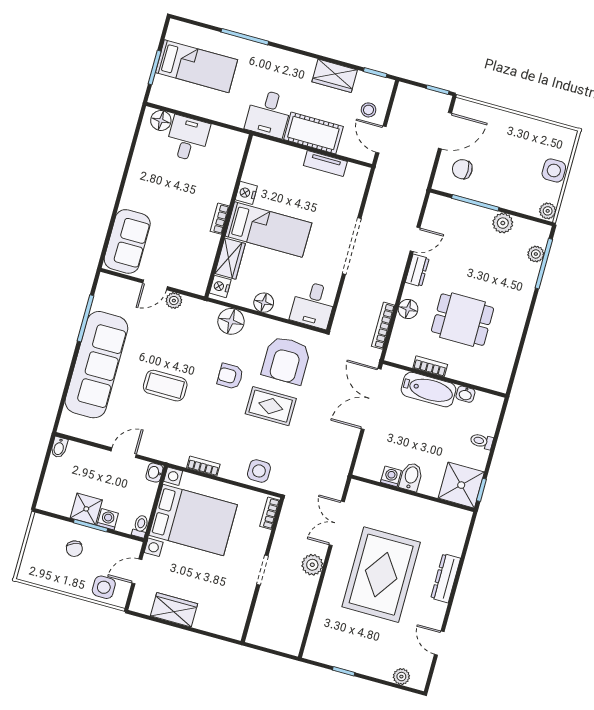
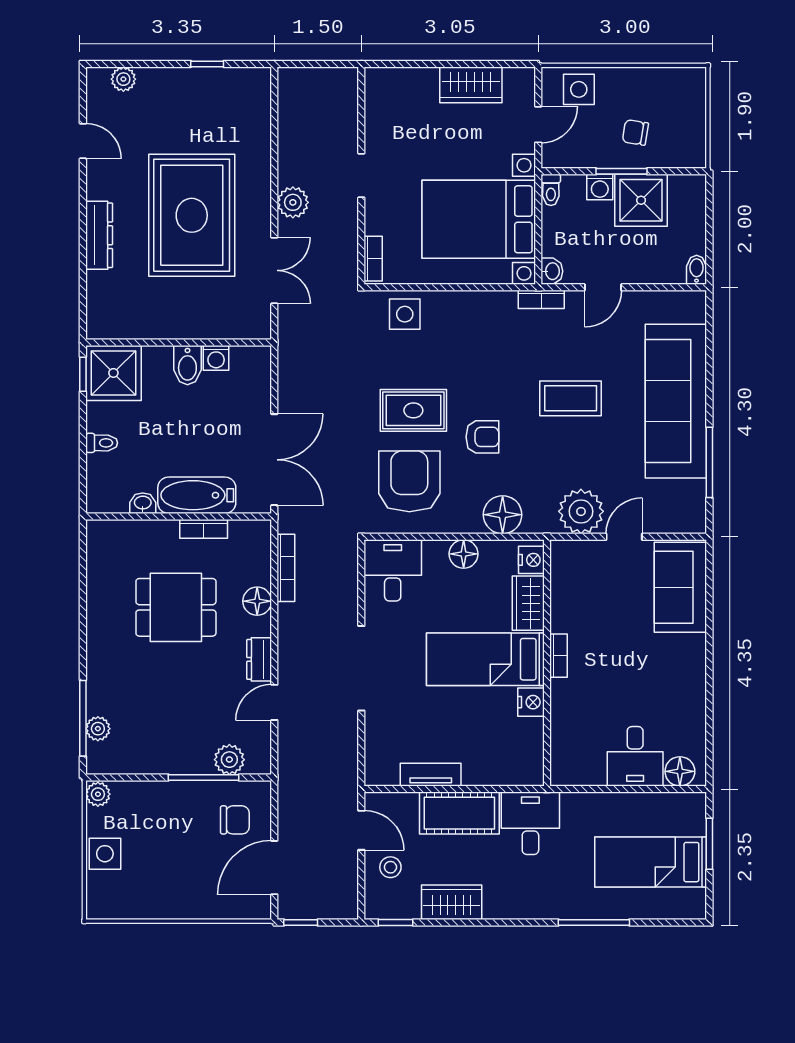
plant: (503, 223) -> (229, 760), moved
plant: (174, 301) -> (581, 511), width x1.88, depth x1.88
bookcase: (203, 466) -> (541, 299), moved
shower: (86, 509) -> (641, 200), width x1.36, depth x1.36
chair: (74, 549) -> (635, 132), turned -59

